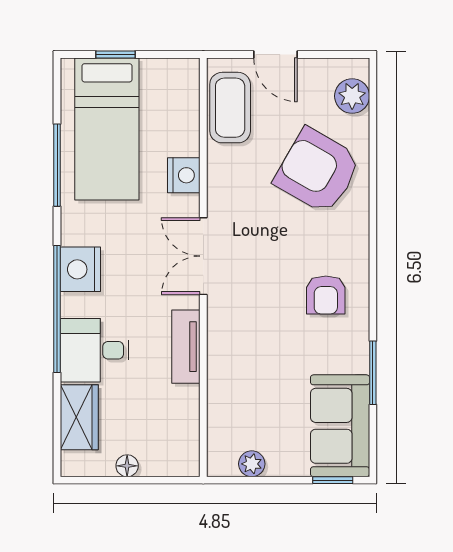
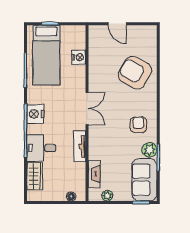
plant: (352, 96) -> (149, 150), moved
coffee table: (230, 108) -> (98, 46), removed
nightstand: (184, 175) -> (79, 57), moved
double door: (203, 256) -> (87, 108), swing flipped
armchair: (326, 295) -> (138, 125), turned 180
fireplace: (221, 412) -> (94, 174), added
floor lamp: (127, 466) -> (71, 197), moved

